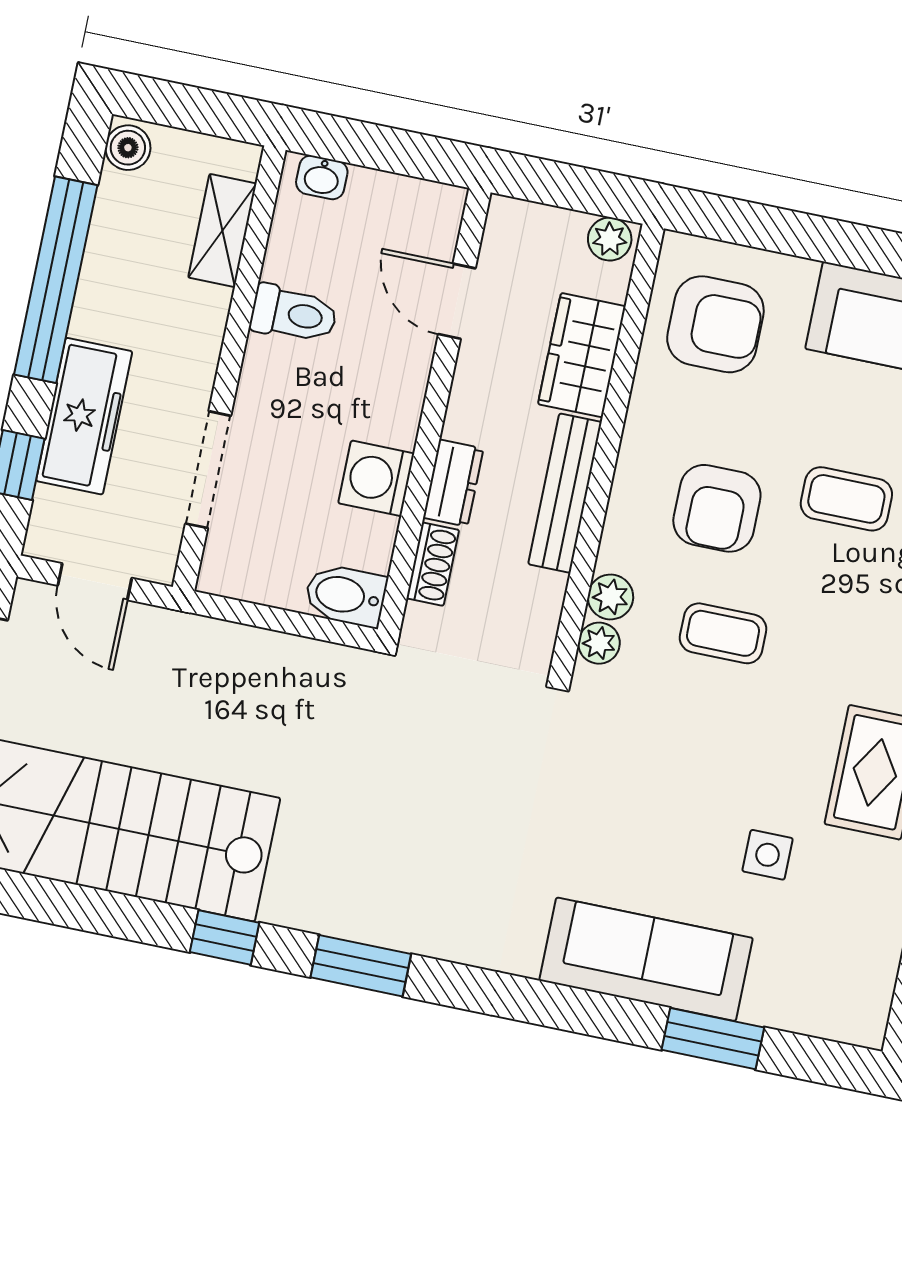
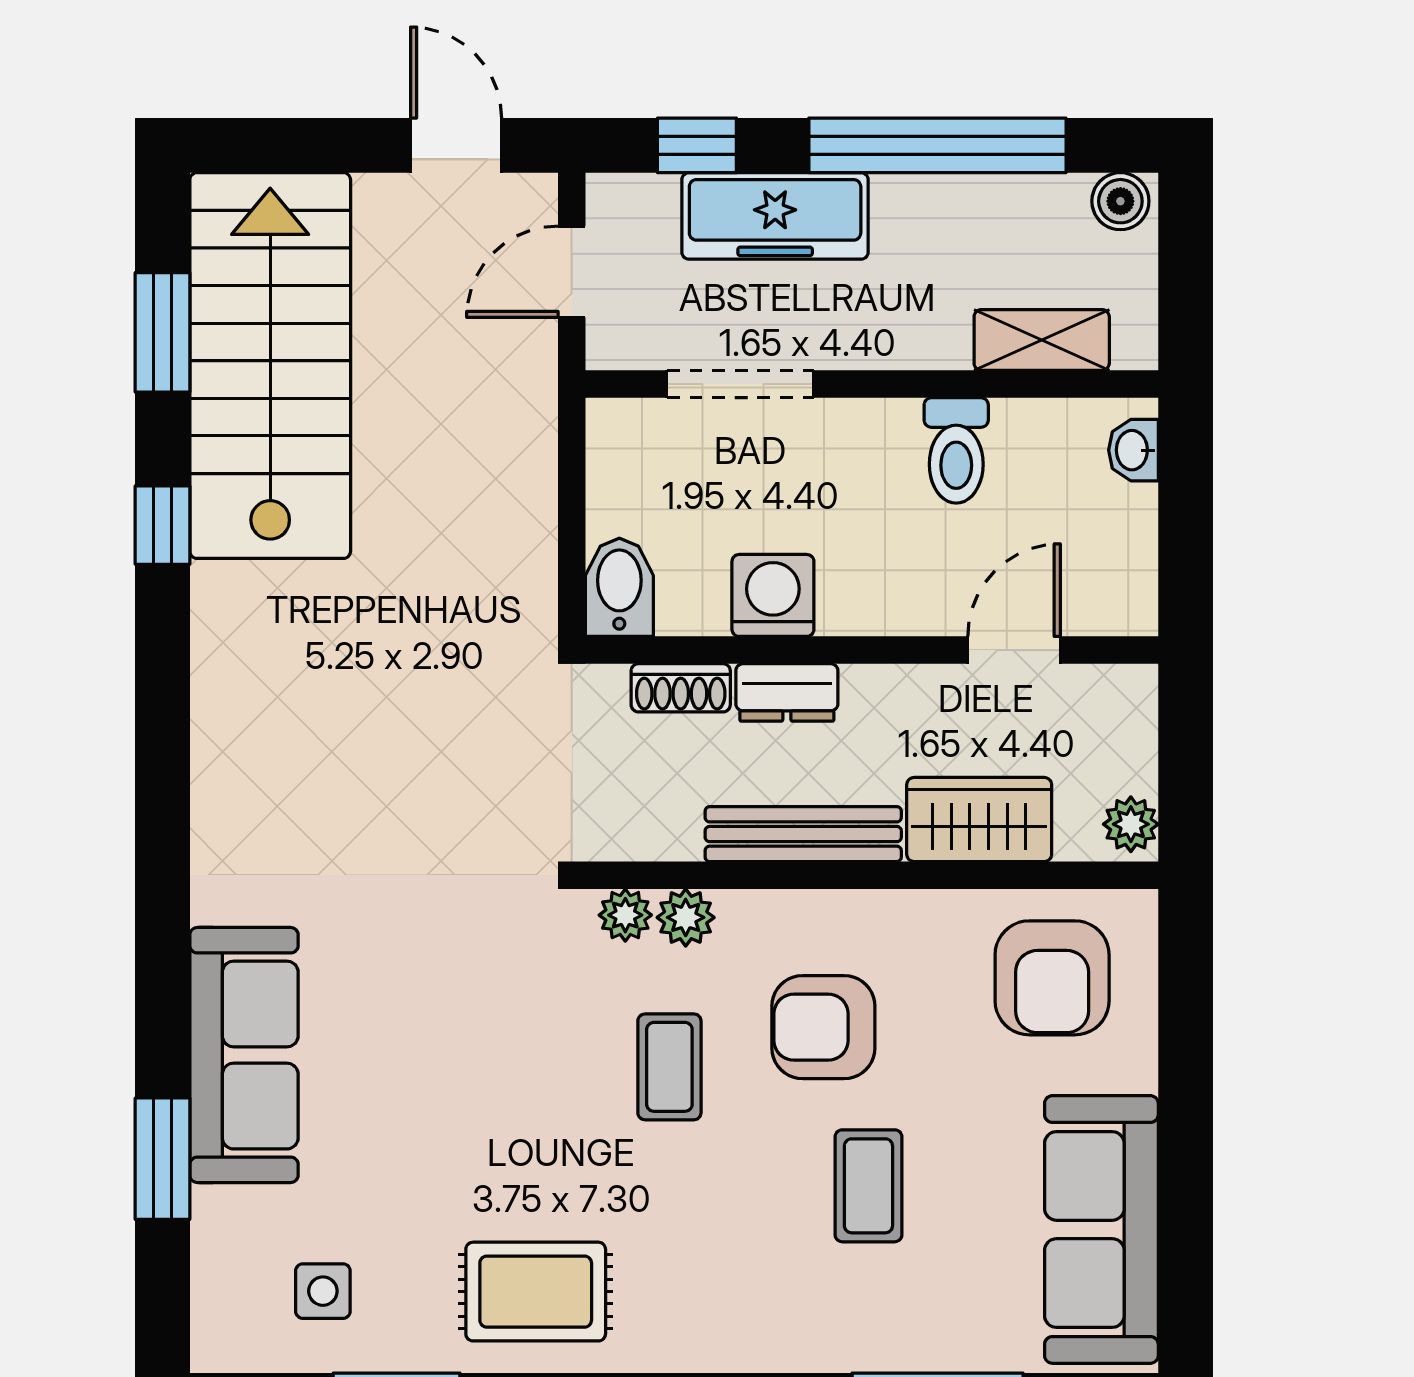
side table: (768, 855) -> (323, 1291), moved
window: (361, 966) -> (162, 332), moved

